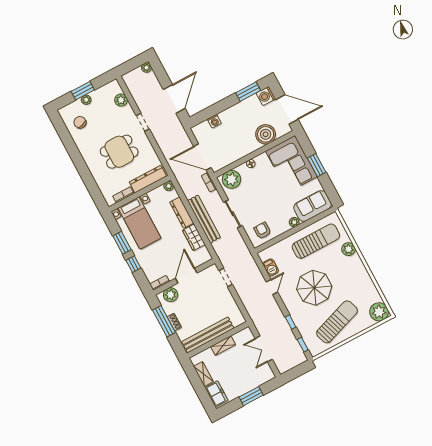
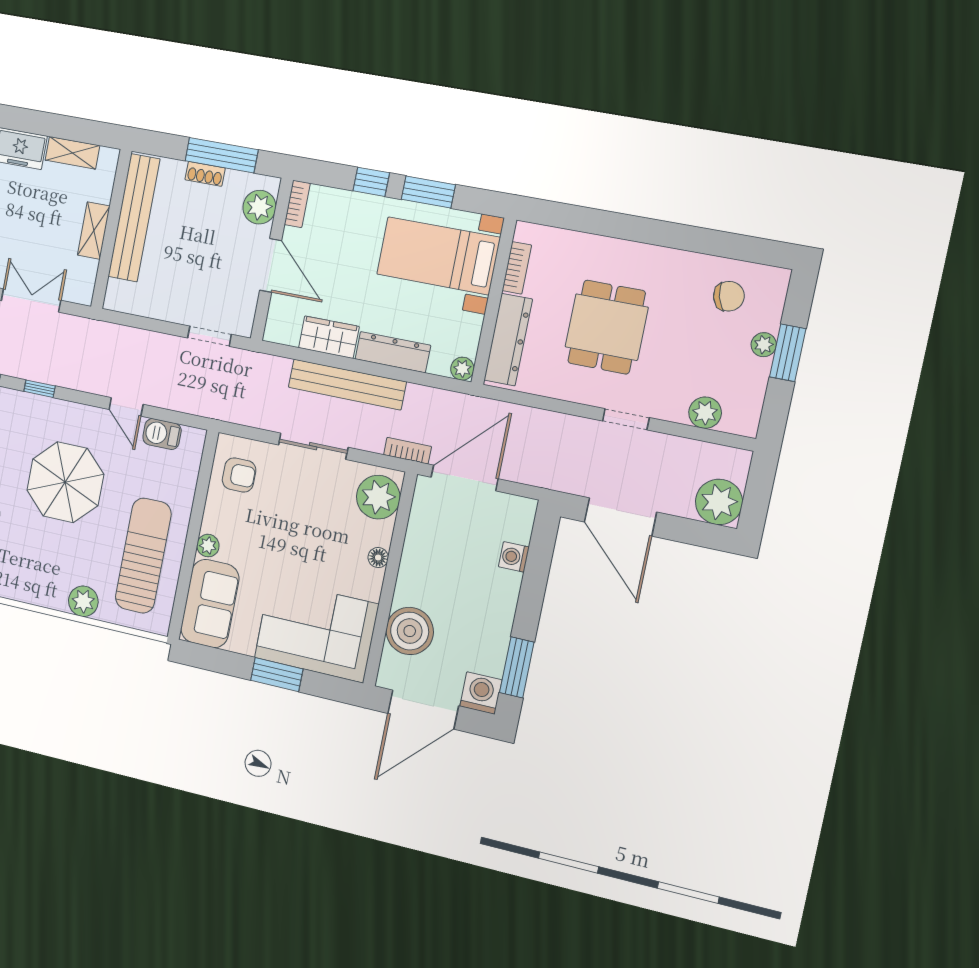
plant: (147, 68) -> (719, 502), width x1.87, depth x1.87
sun lounger: (316, 241) -> (143, 556), turned 180

